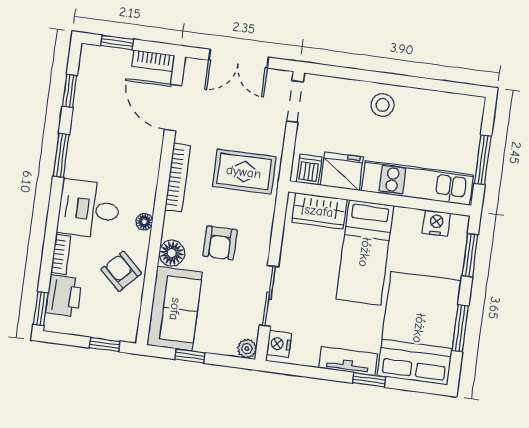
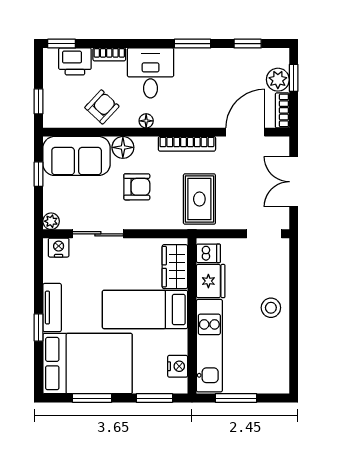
plant: (117, 61) -> (278, 80), added
armchair: (220, 243) -> (137, 187), turned 180

